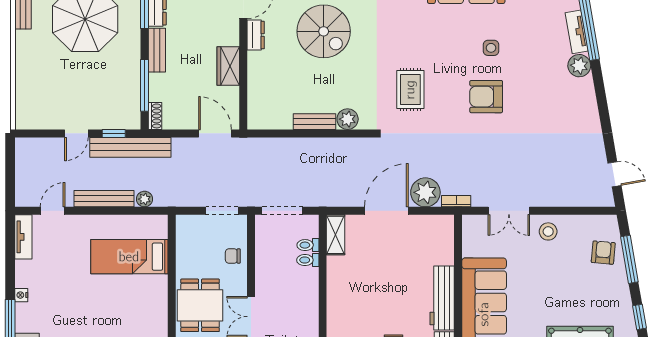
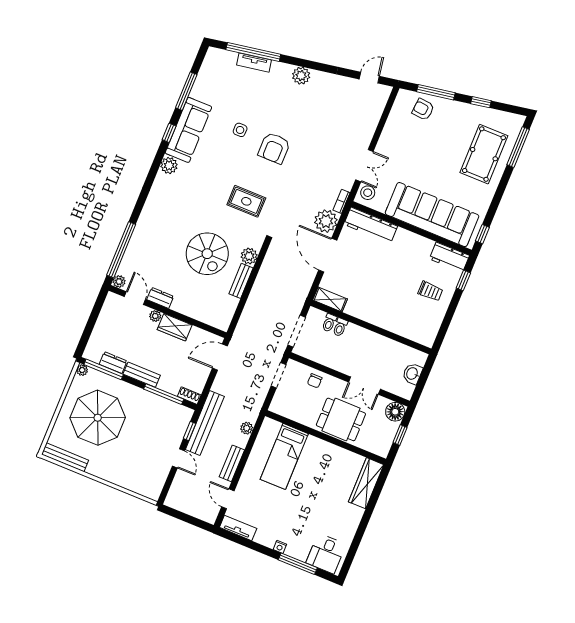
spiral stairs: (324, 31) -> (207, 254), moved, turned 90
plant: (232, 38) -> (155, 316), added
plant: (579, 66) -> (301, 76), moved
bench: (104, 199) -> (232, 463), width x0.73
stool: (548, 231) -> (368, 193), moved
workbench: (442, 298) -> (371, 225), moved

